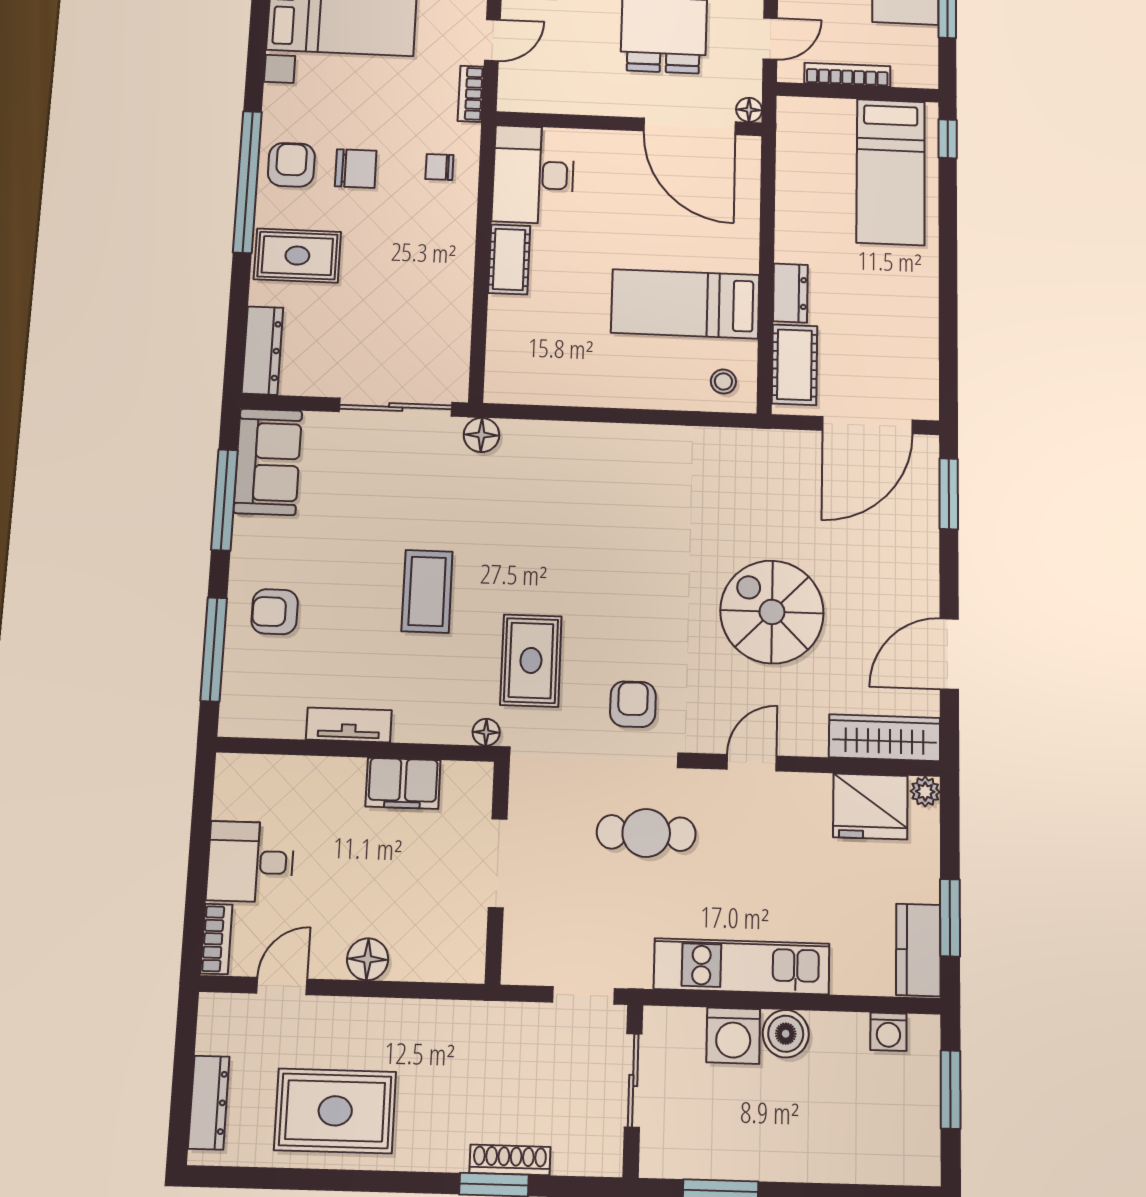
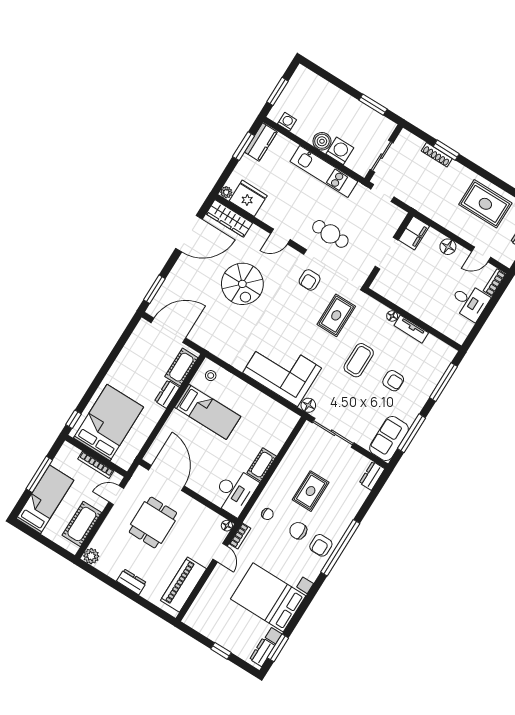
door: (492, 40) -> (220, 553), swing flipped
floor lamp: (749, 110) -> (227, 526), moved
bed: (891, 172) -> (109, 423), width x1.50
rug: (297, 256) -> (311, 491), moved, turned 90
dresser: (262, 351) -> (372, 476), width x0.70
corner sofa: (580, 477) -> (282, 370), added
armchair: (275, 612) -> (393, 381), moved
door: (949, 654) -> (189, 234), width x1.36
floor lamp: (486, 732) -> (392, 316), moved
filing cabinet: (403, 783) -> (414, 233), moved, turned 90

